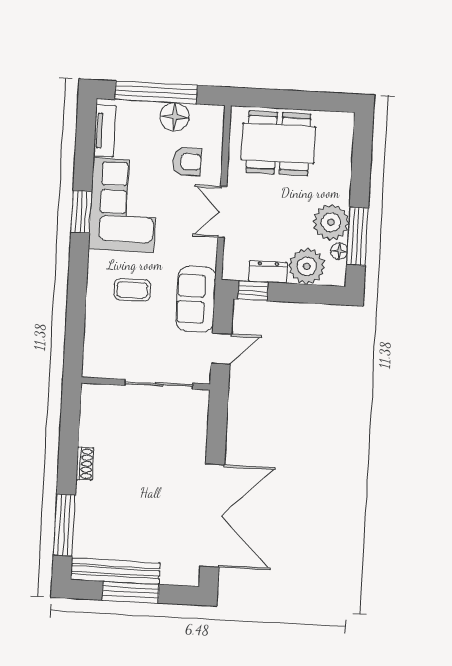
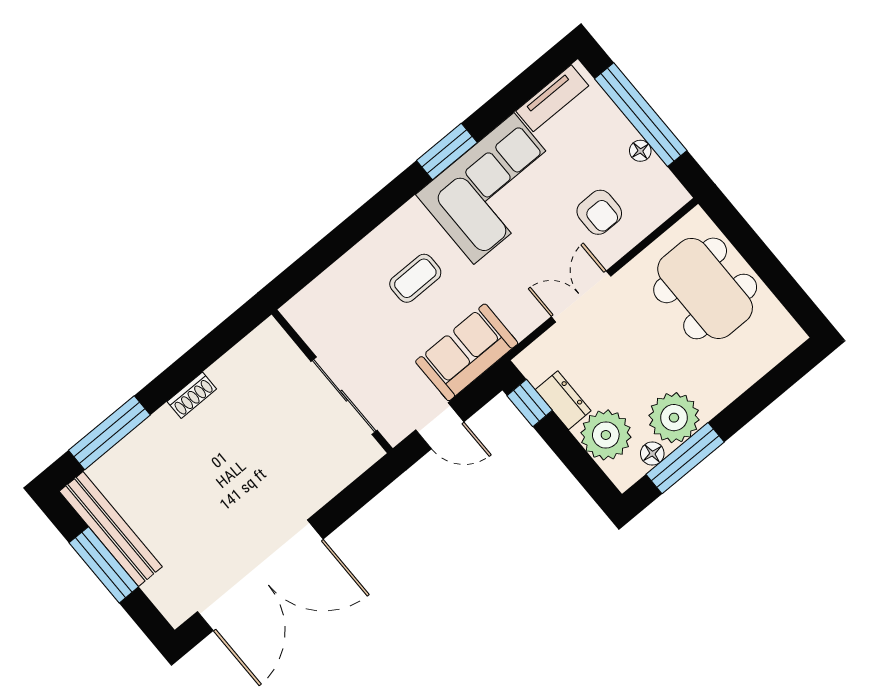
floor lamp: (175, 117) -> (640, 151), width x0.53, depth x0.53
coffee table: (132, 290) -> (415, 278), turned 90

